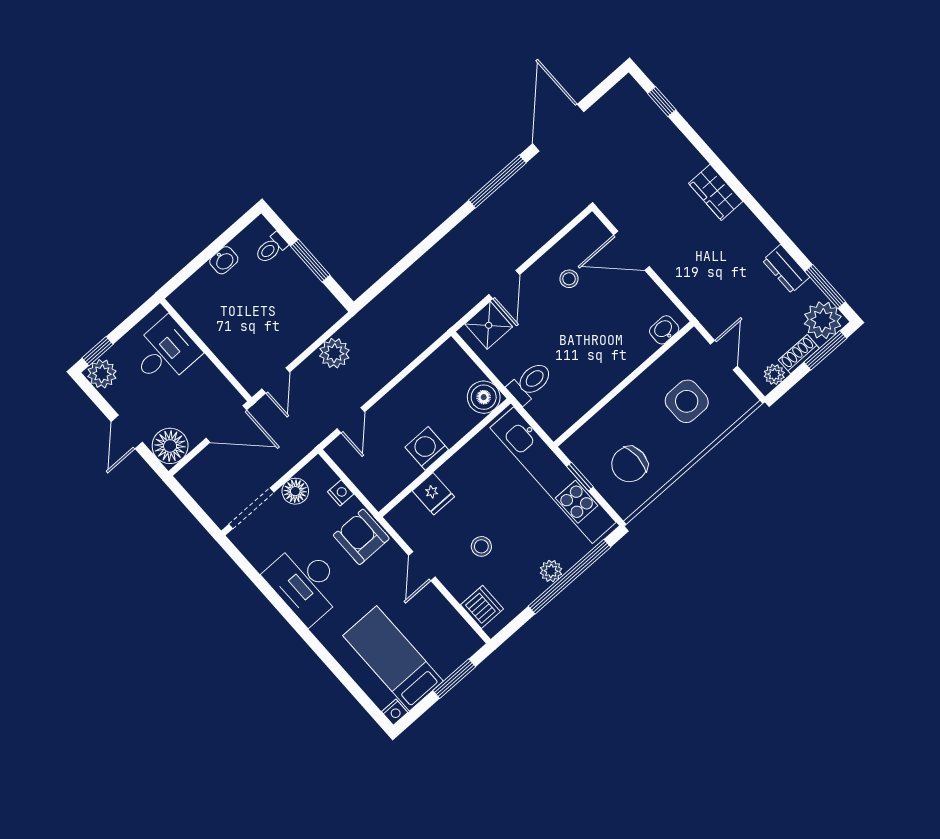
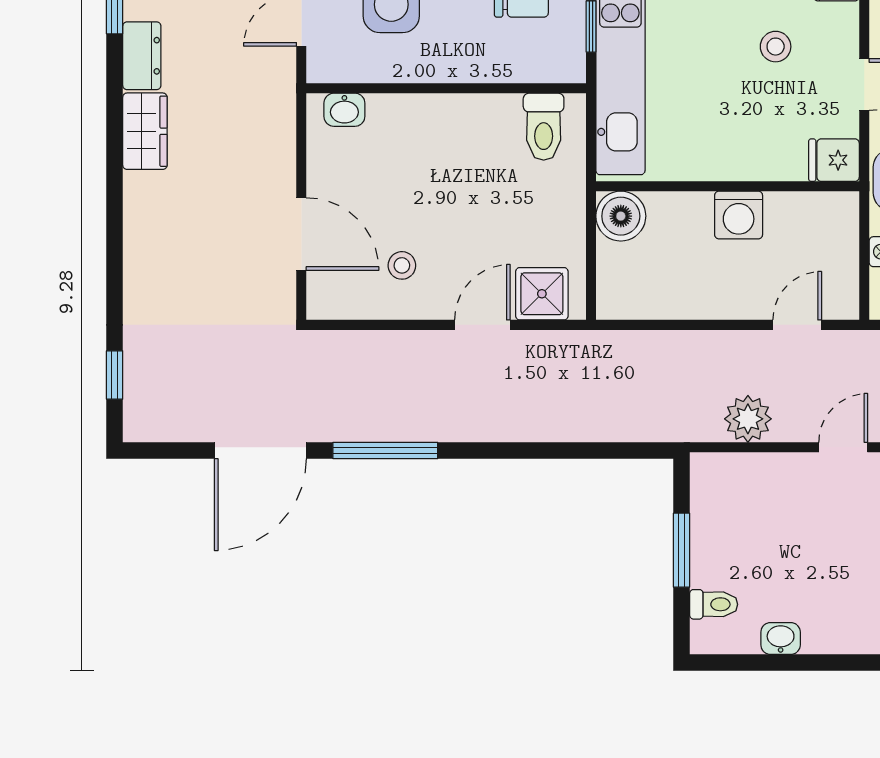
wardrobe: (716, 192) -> (145, 131), moved
toilet: (530, 383) -> (544, 127), moved, turned -90
fridge: (433, 494) -> (834, 160), moved, turned -90

